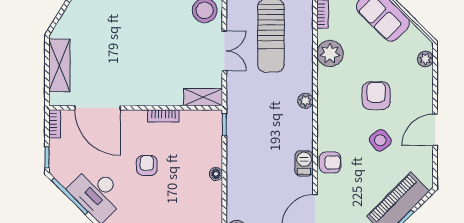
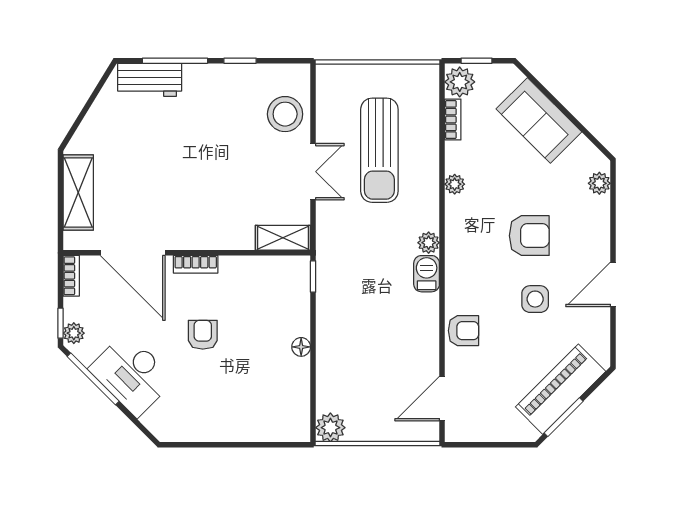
plant: (330, 53) -> (455, 184), width x0.53, depth x0.53
armchair: (376, 96) -> (529, 236), turned 90
bookcase: (163, 116) -> (196, 264), moved
side table: (380, 140) -> (535, 299), turned 38
barbecue: (304, 163) -> (427, 274), moved
plant: (56, 164) -> (74, 333), added

